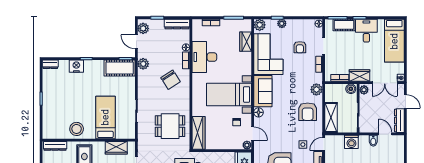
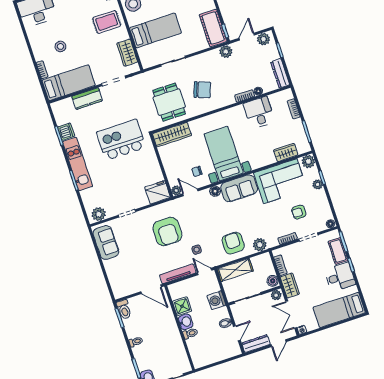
desk: (204, 57) -> (259, 113), width x0.73
chair: (171, 80) -> (202, 90), moved, turned -127
armchair: (308, 112) -> (233, 243), turned 90
door: (253, 134) -> (190, 192), swing flipped

